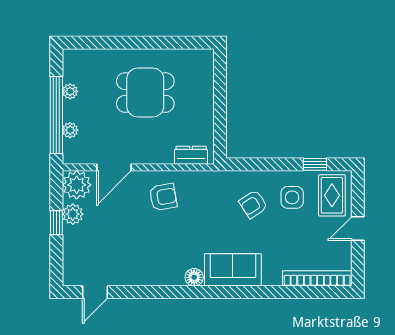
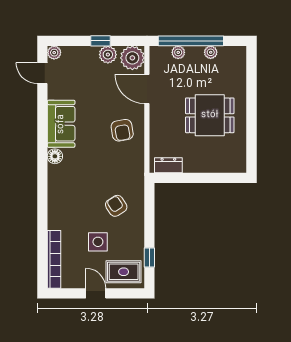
dining table: (145, 93) -> (210, 115), turned 90
dresser: (191, 155) -> (168, 165), moved, turned -90
side table: (292, 197) -> (98, 242), moved
sofa: (233, 270) -> (61, 124), moved
plant: (70, 278) -> (54, 53), added

